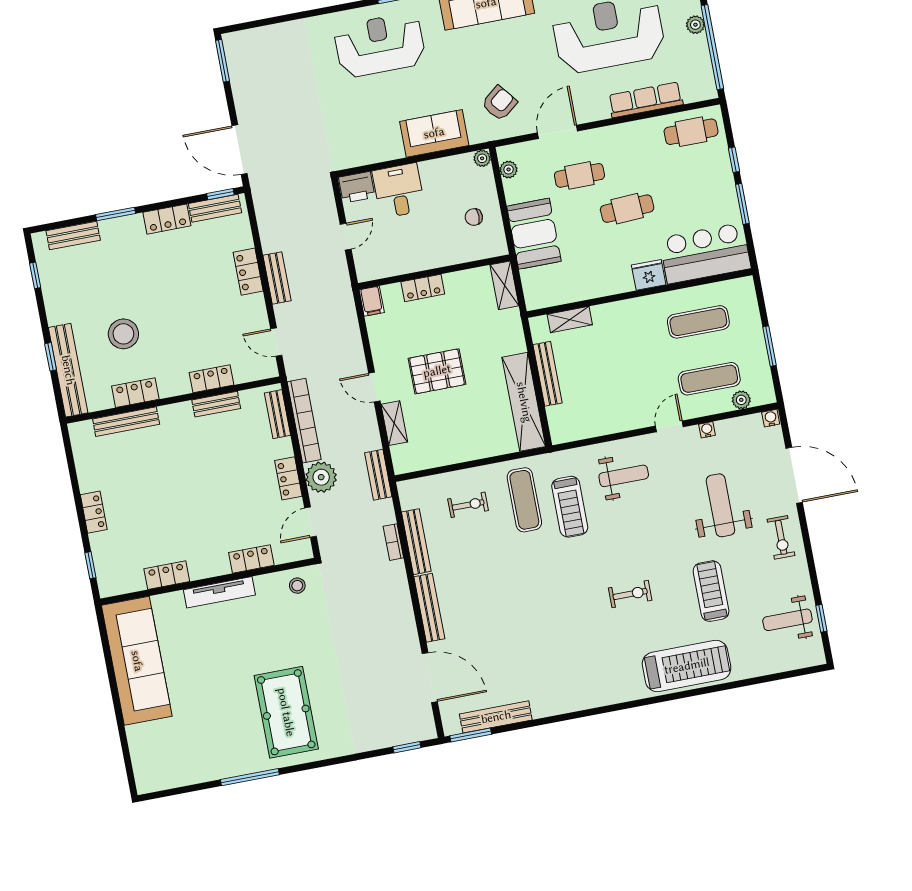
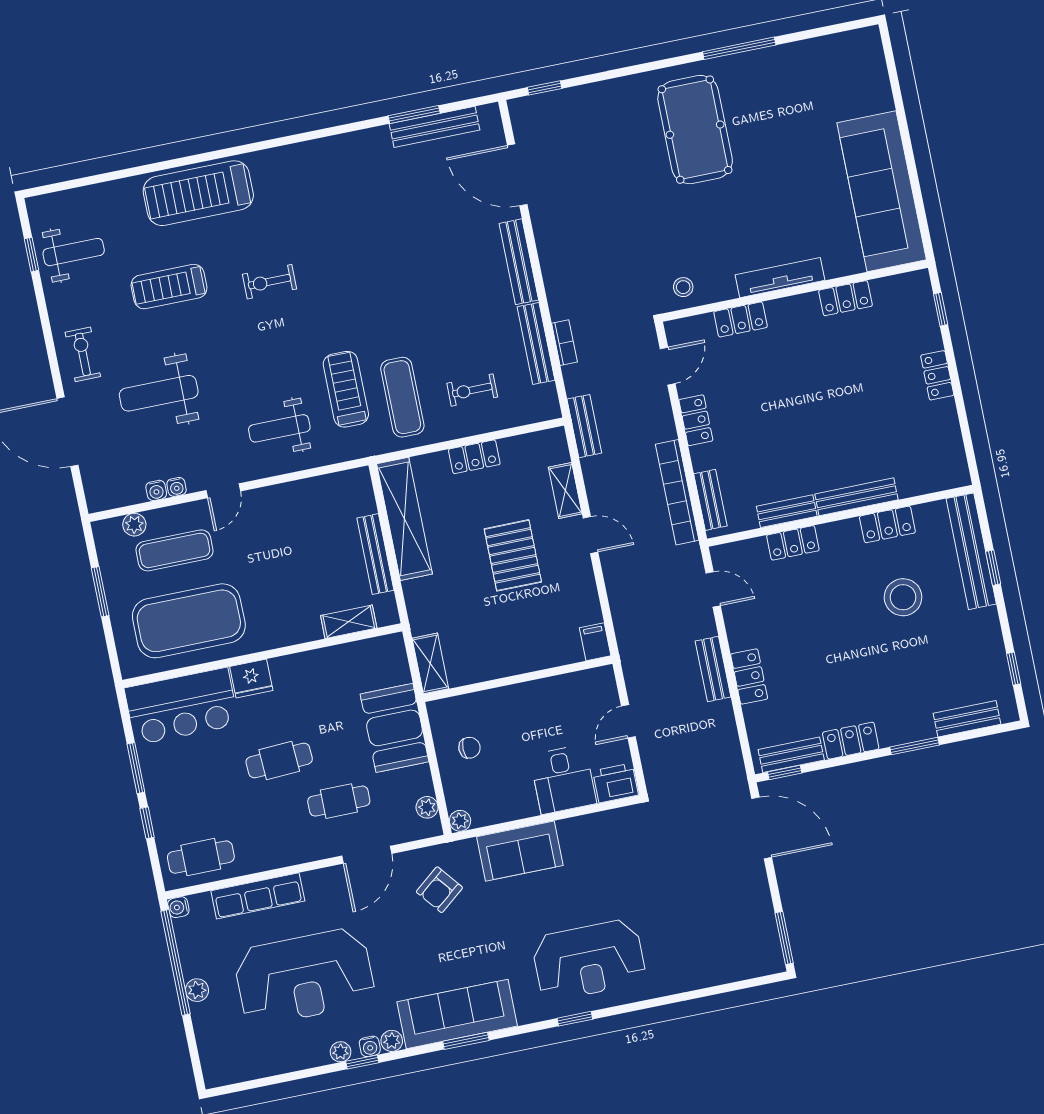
water cooler: (710, 92) -> (178, 907), added
locker: (423, 288) -> (474, 457), moved, turned 180
exercise mat: (698, 322) -> (189, 621), width x2.00, depth x1.45
pallet: (437, 371) -> (513, 555), turned 90
water cooler: (771, 418) -> (156, 490), moved
bench: (126, 422) -> (856, 497), moved
plant: (321, 477) -> (655, 422), removed
weight bench: (720, 505) -> (159, 393), turned 90
treadmill: (711, 591) -> (169, 287), turned 90
window: (471, 735) -> (414, 114), moved

